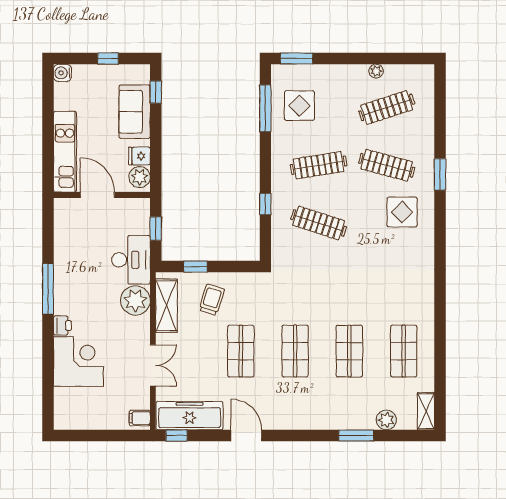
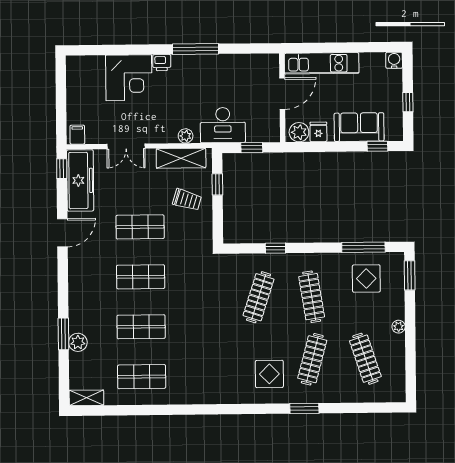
plant: (376, 71) -> (399, 327), moved
plant: (135, 300) -> (186, 136), width x0.53, depth x0.53
plant: (386, 420) -> (78, 342), moved

